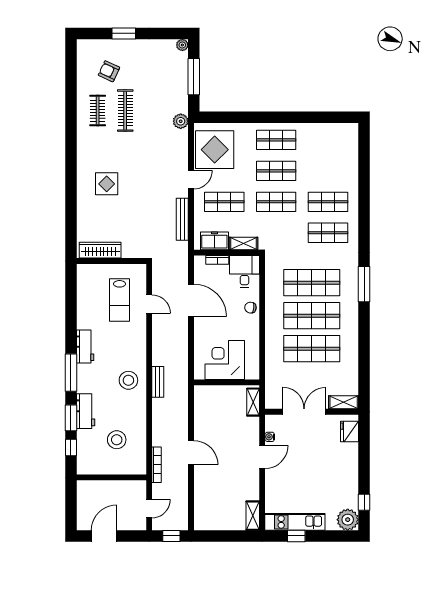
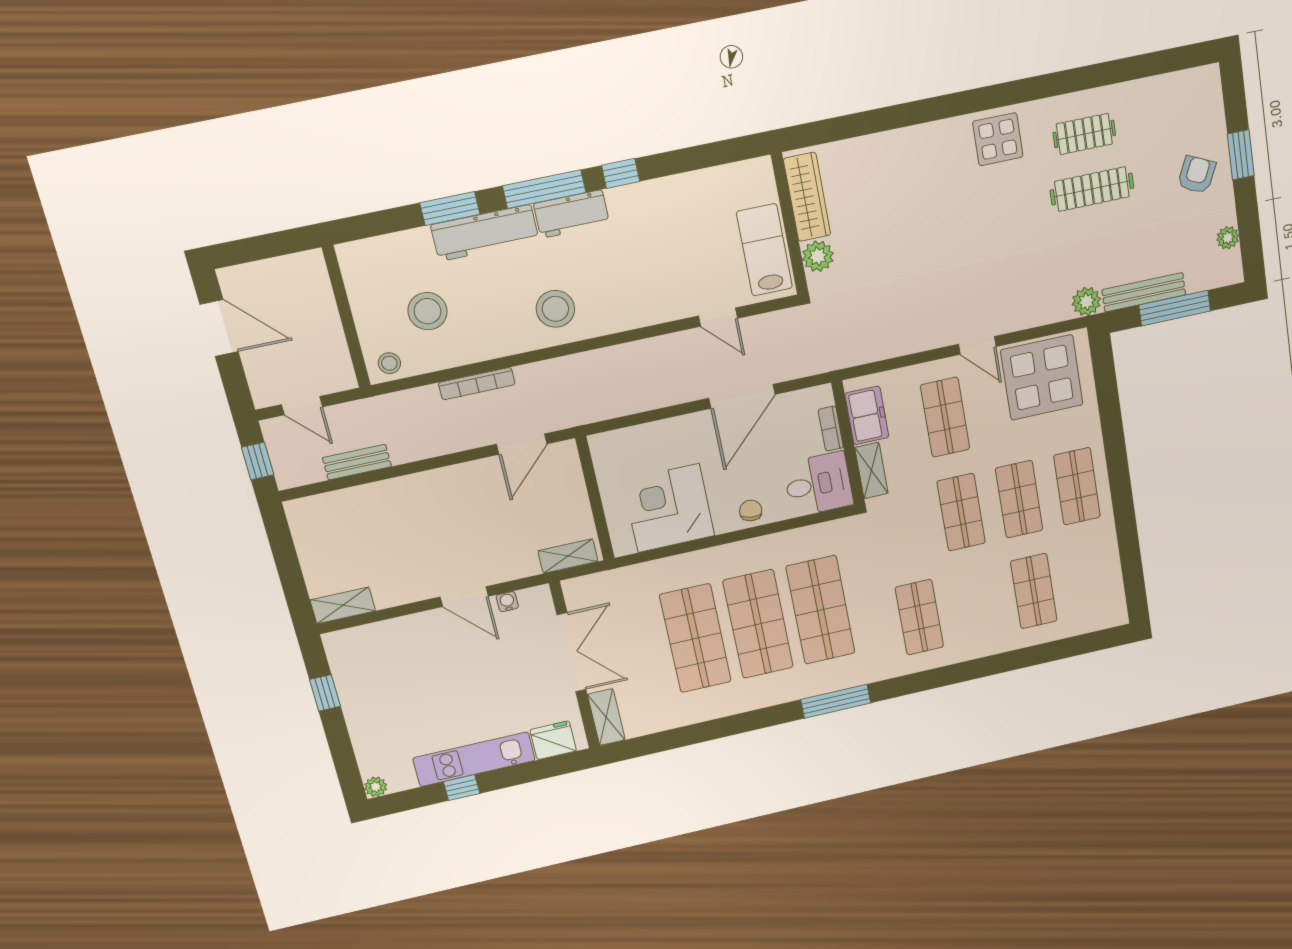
plant: (182, 45) -> (1228, 238), moved
armchair: (109, 71) -> (1197, 175), moved
display table: (107, 184) -> (998, 139), moved
shop shelf: (328, 202) -> (1034, 591), moved
bench: (182, 219) -> (1144, 292), moved
plant: (130, 250) -> (818, 256), added
lab bench: (120, 300) -> (764, 250), moved, turned 90
door: (149, 304) -> (718, 317), hinge flipped
workbench: (85, 347) -> (572, 214), moved
corner desk: (225, 360) -> (669, 508), moved, turned -90
bench: (158, 382) -> (357, 462), moved
workbench: (86, 411) -> (485, 233), width x1.38
window: (71, 447) -> (621, 173), moved
door: (191, 453) -> (522, 444), moved
stool: (138, 463) -> (389, 363), added
bookcase: (156, 465) -> (477, 384), moved
window: (364, 502) -> (462, 788), moved
plant: (348, 520) -> (376, 787), width x0.53, depth x0.53
kitchen unit: (295, 522) -> (474, 759), moved, turned -90

